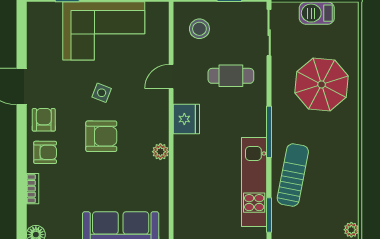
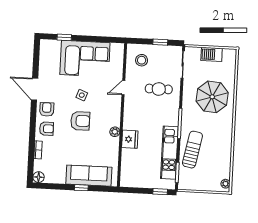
fridge: (186, 119) -> (130, 139), moved

